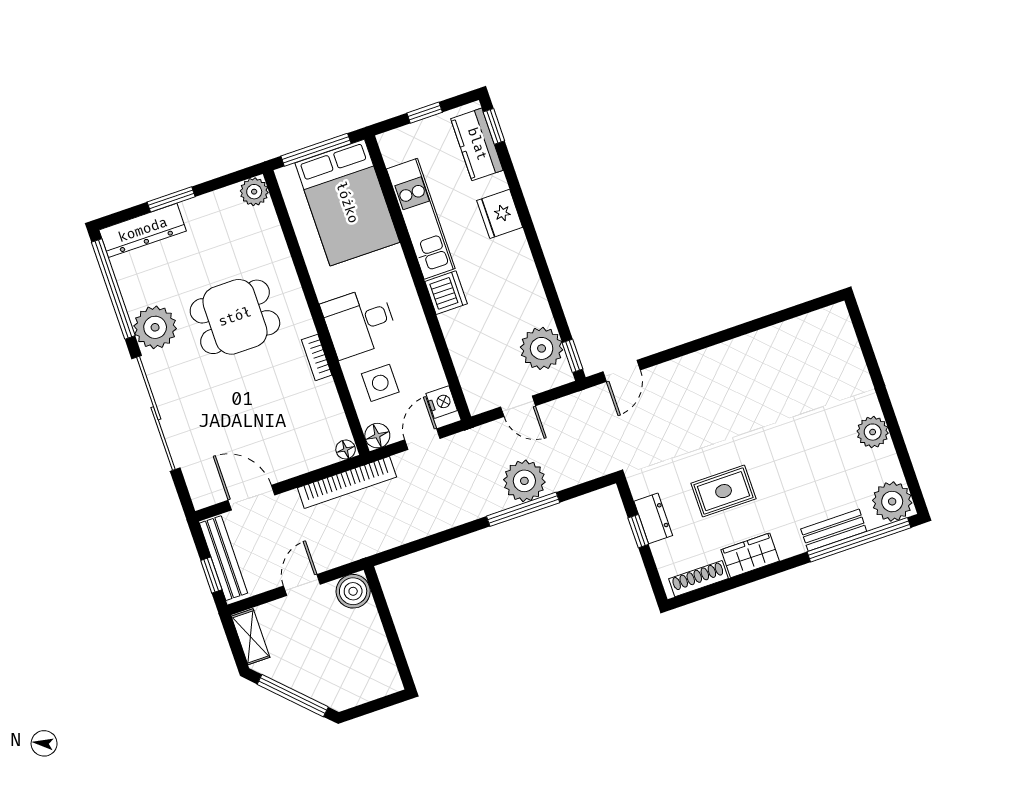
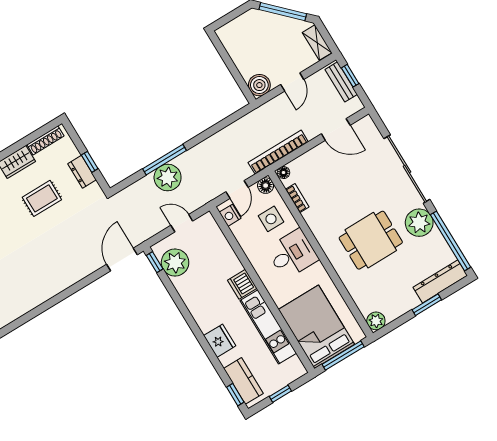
bookcase: (317, 357) -> (297, 198), moved
door: (622, 371) -> (122, 259), width x1.37
bench: (223, 558) -> (341, 82), width x0.73

